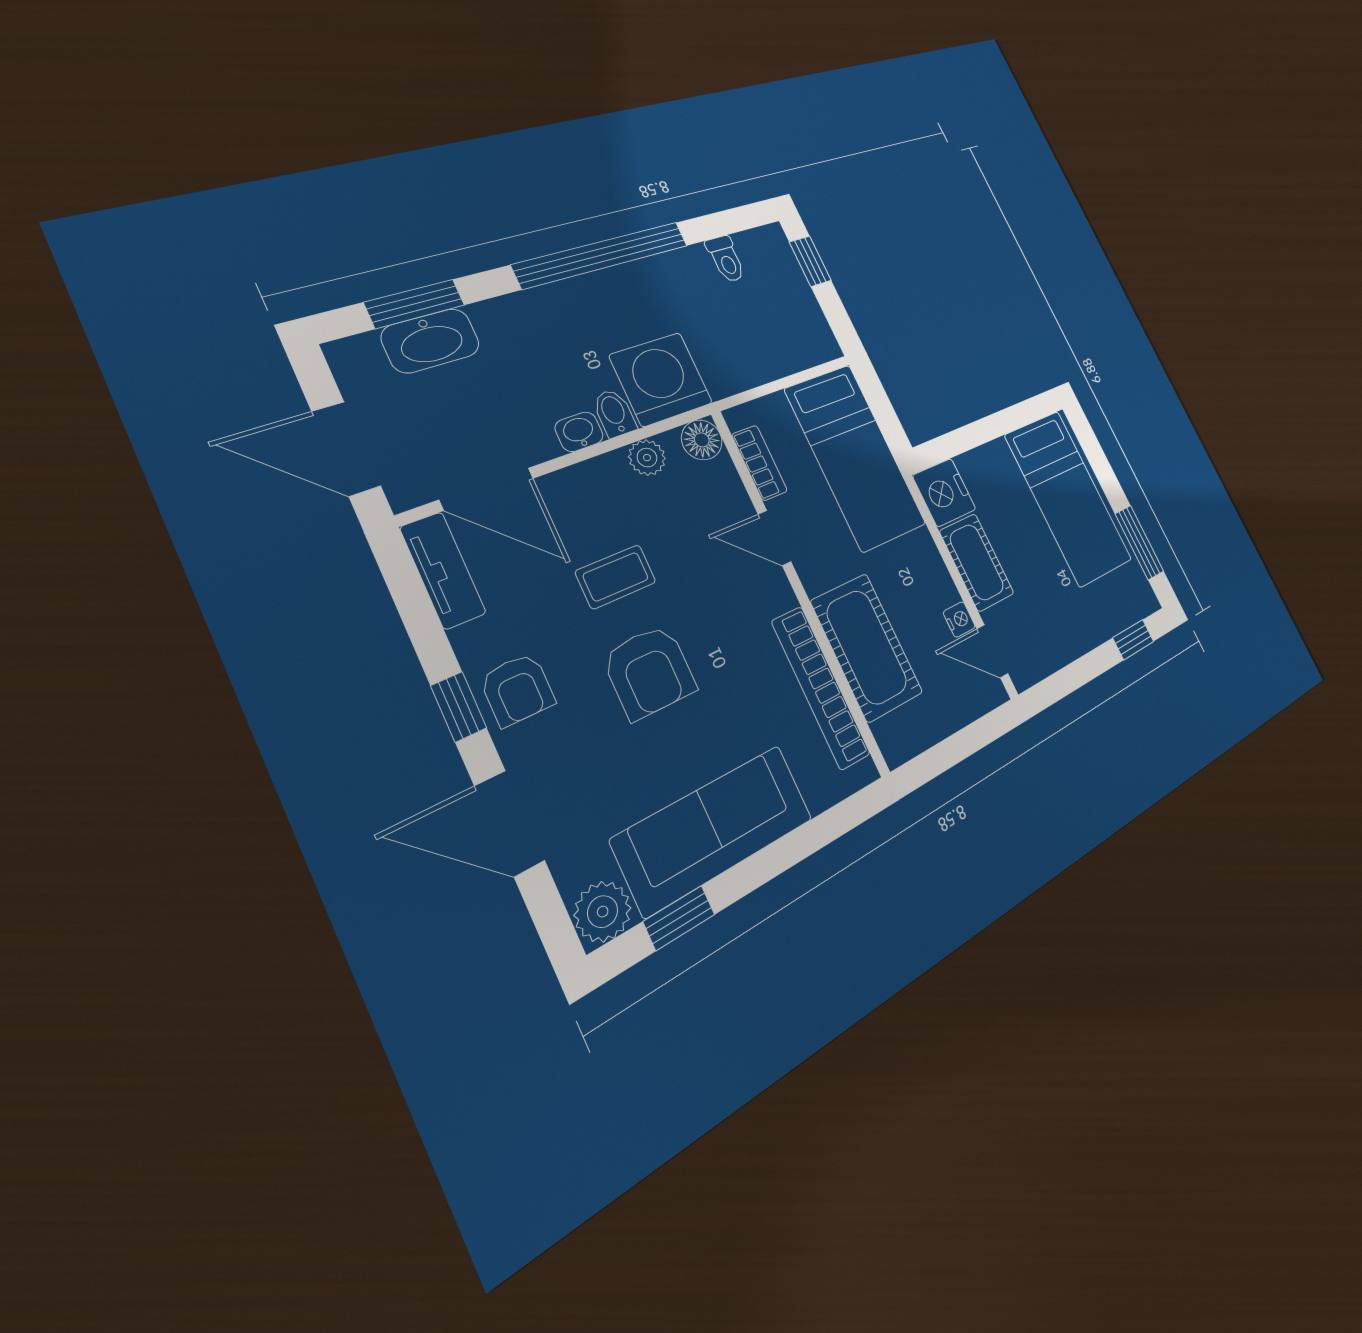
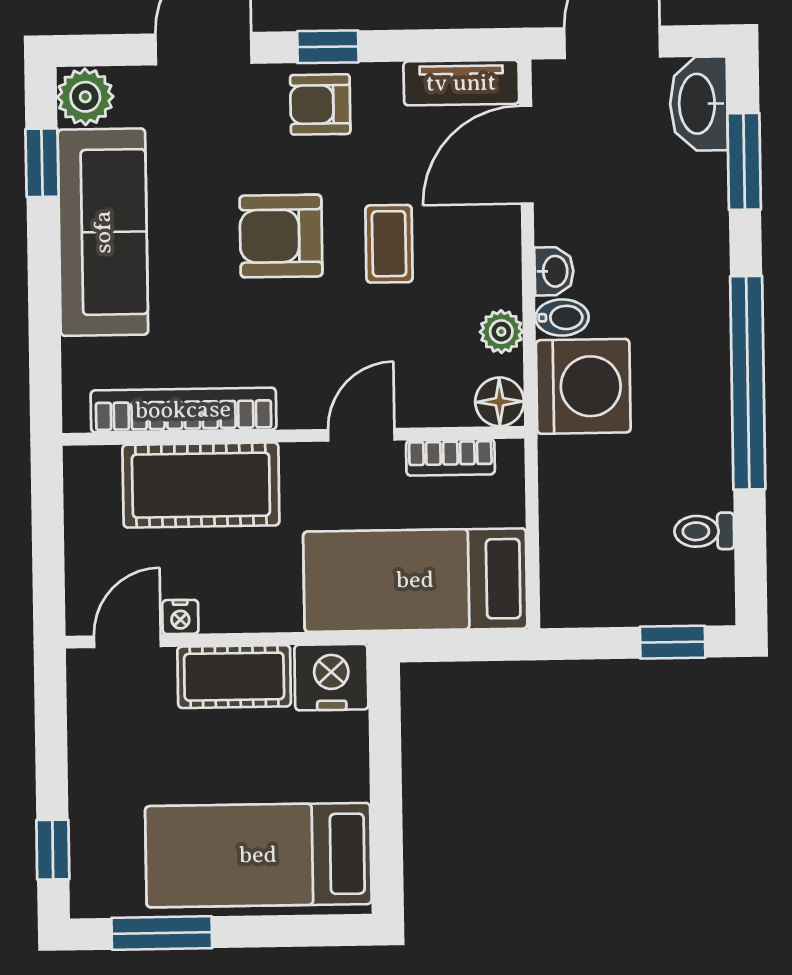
washbasin: (431, 341) -> (699, 104), moved

